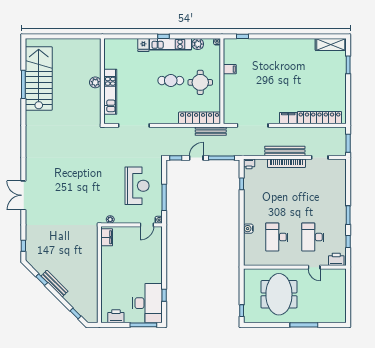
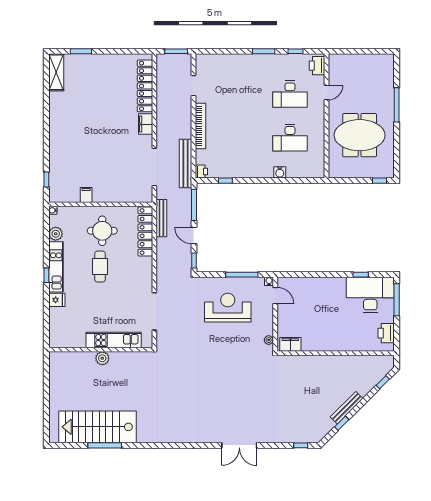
bench: (285, 151) -> (186, 163), moved

